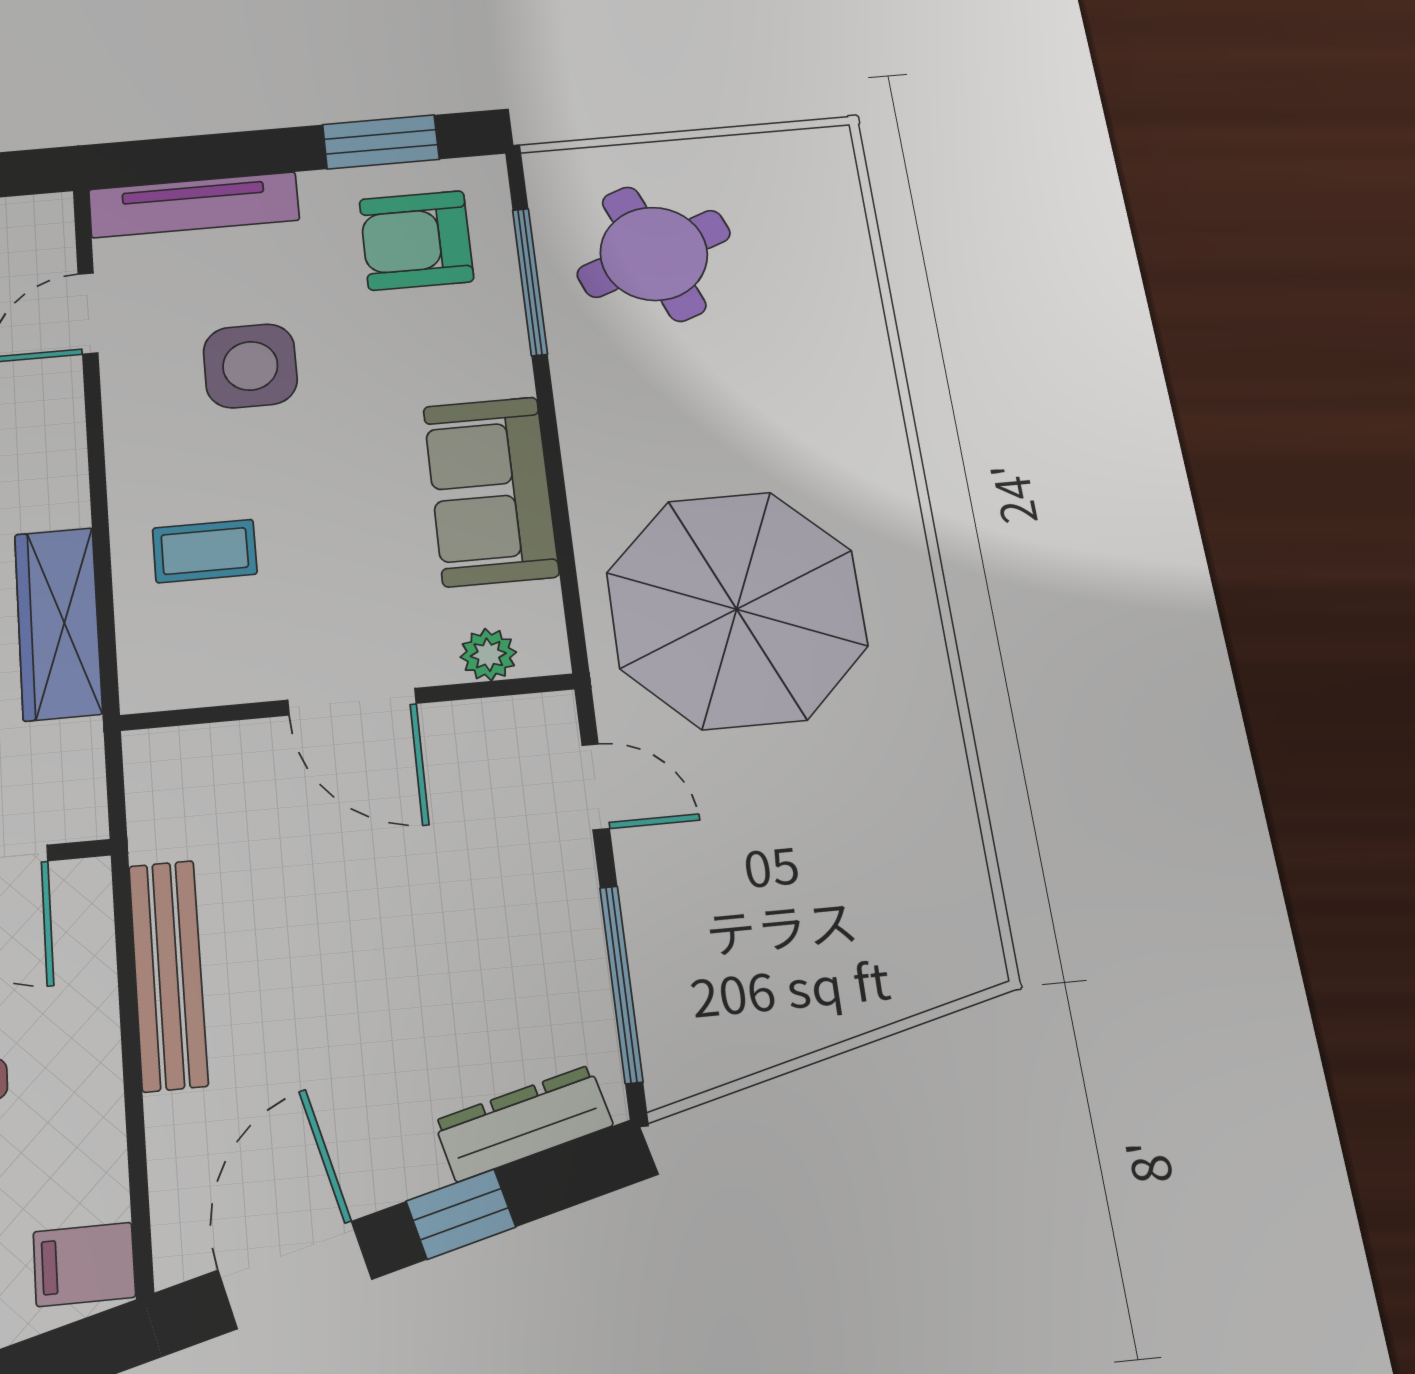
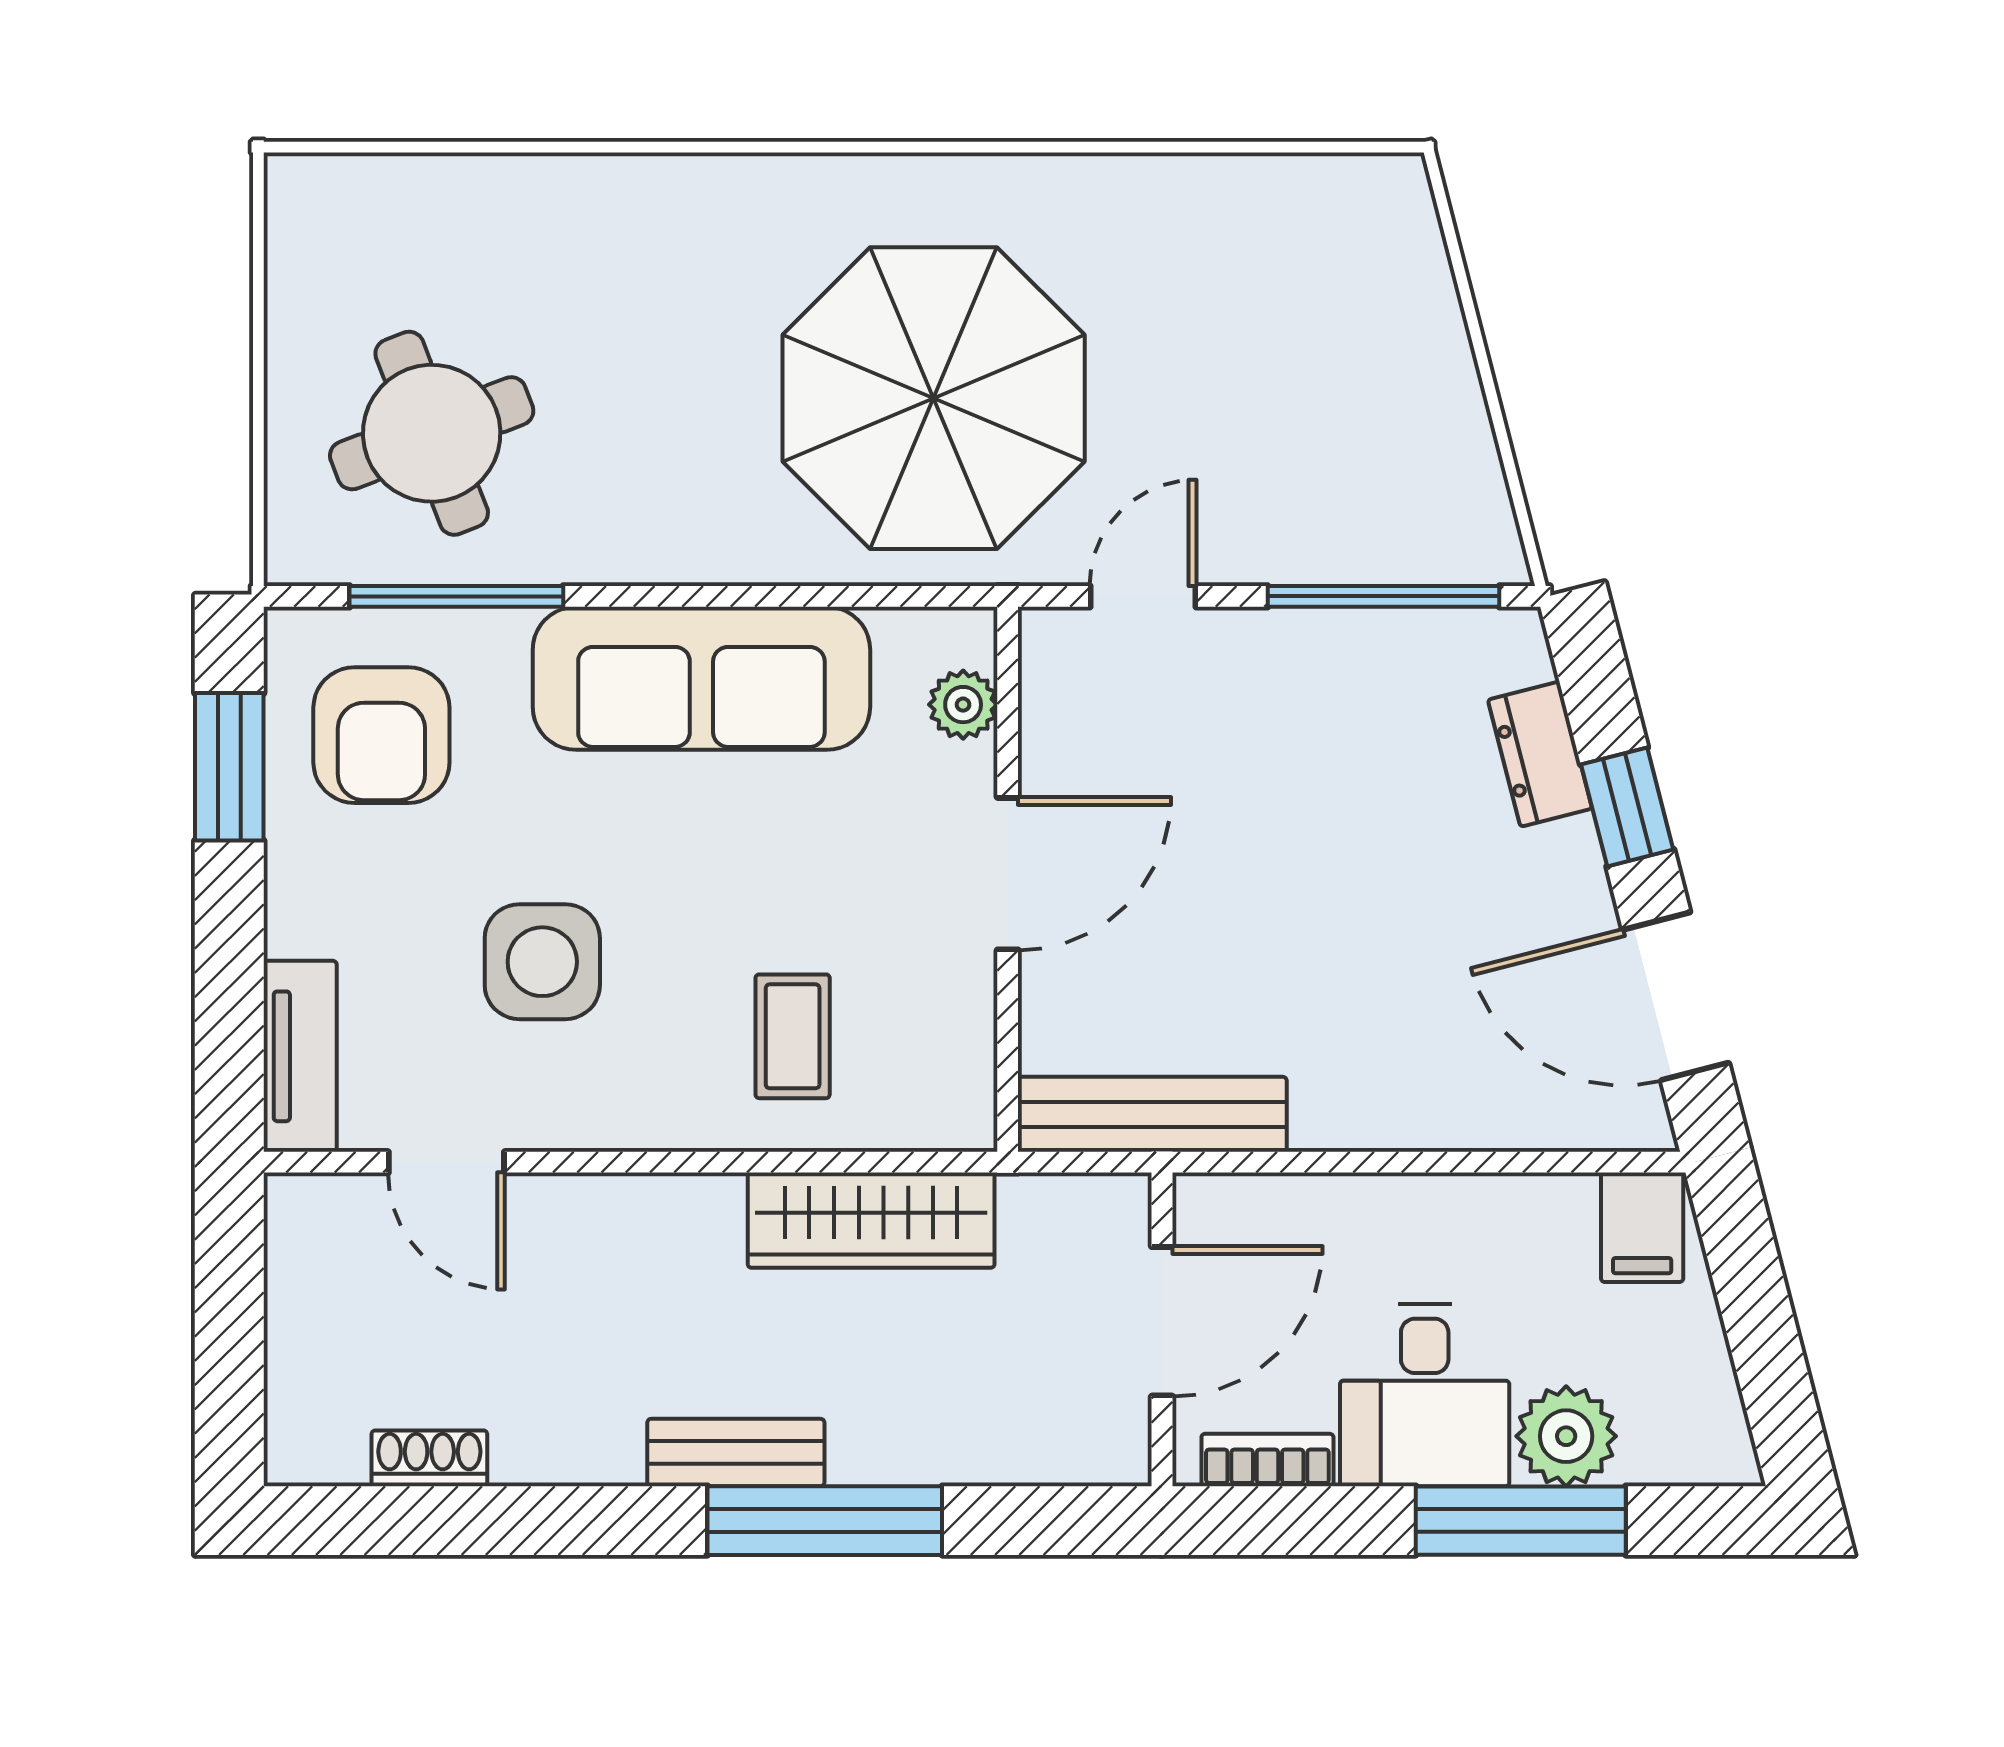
tv unit: (194, 205) -> (300, 1056), width x0.71
sofa: (491, 491) -> (701, 678), width x1.36
bench: (168, 975) -> (1152, 1114), moved
dresser: (524, 1123) -> (1540, 754), width x0.70

